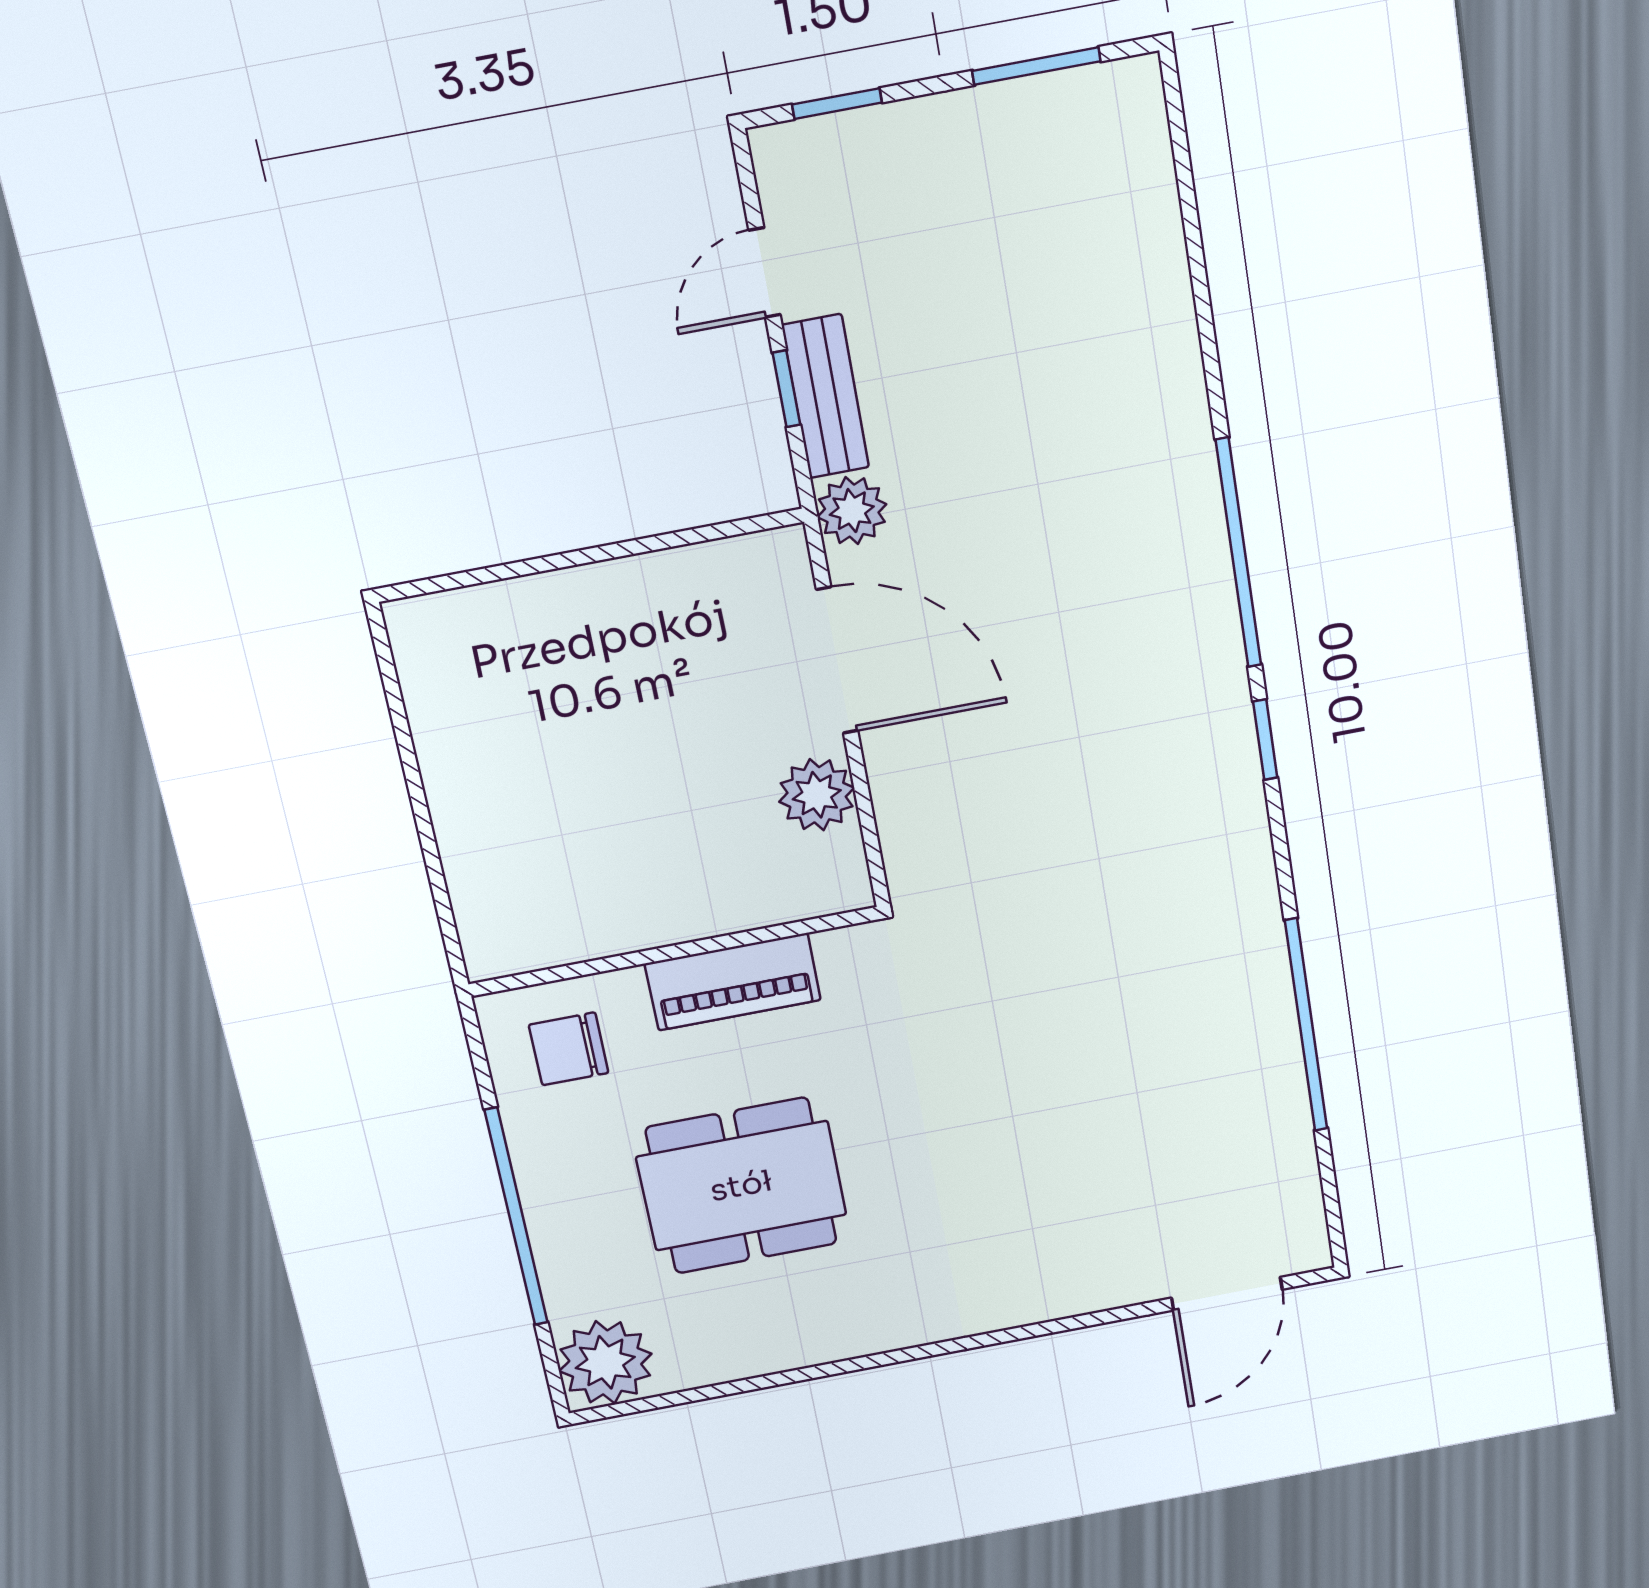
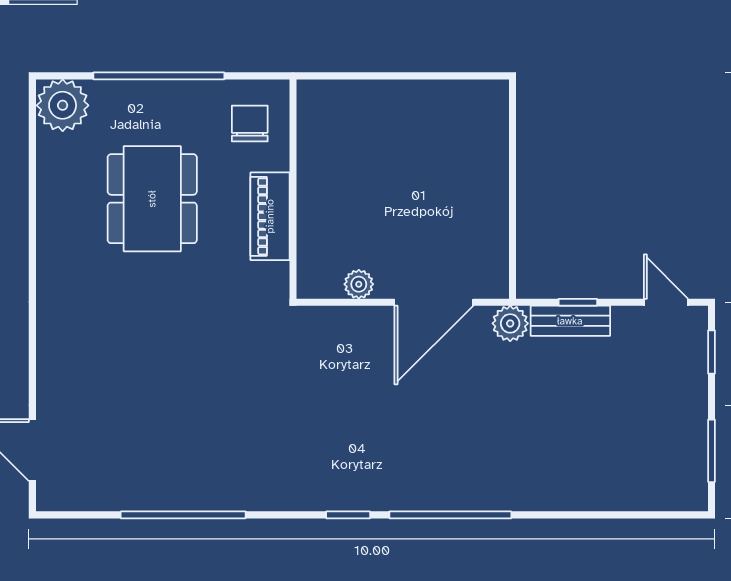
door: (765, 273) -> (666, 302), moved
plant: (817, 795) -> (359, 284), width x0.73, depth x0.73

